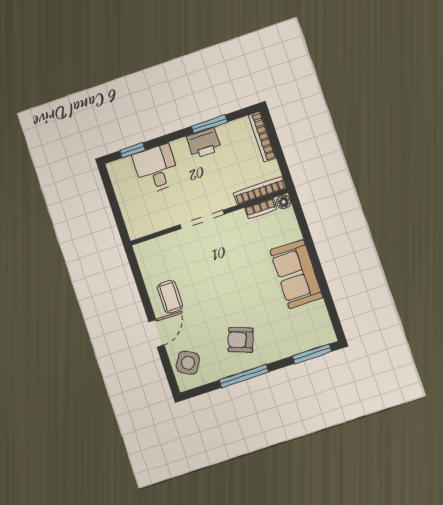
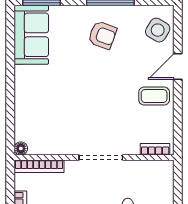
bookcase: (261, 209) -> (155, 149), moved
sofa: (296, 274) -> (31, 35), moved
coffee table: (170, 297) -> (154, 96), turned 90

